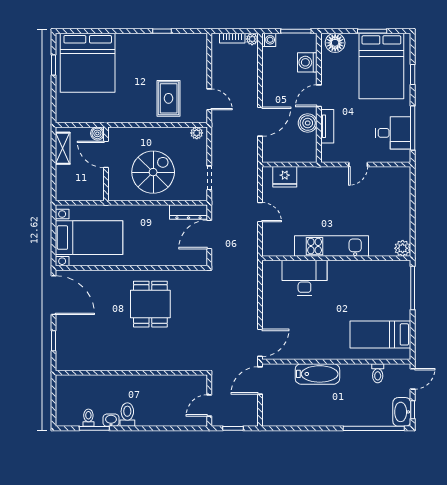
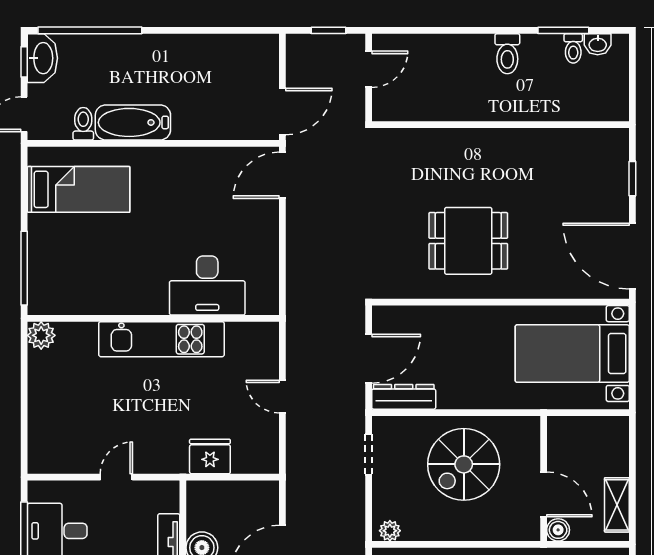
fridge: (285, 177) -> (210, 456), moved
dining table: (150, 304) -> (468, 241), turned 90
bathtub: (317, 374) -> (133, 122), moved
washbasin: (111, 420) -> (598, 44), moved

